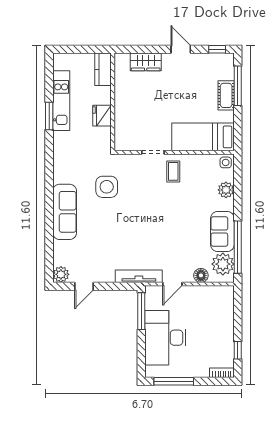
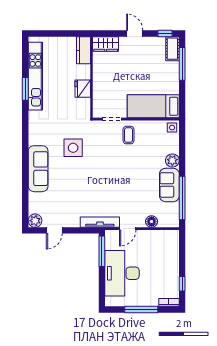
kitchen counter: (103, 69) -> (83, 50), moved
cot: (226, 95) -> (172, 49), moved
kitchen unit: (61, 101) -> (35, 76), width x1.36
wall: (113, 102) -> (92, 77), moved
fridge: (102, 116) -> (83, 89), moved
plant: (226, 190) -> (172, 160), moved
plant: (223, 264) -> (170, 212), removed
window: (174, 381) -> (141, 309), moved

